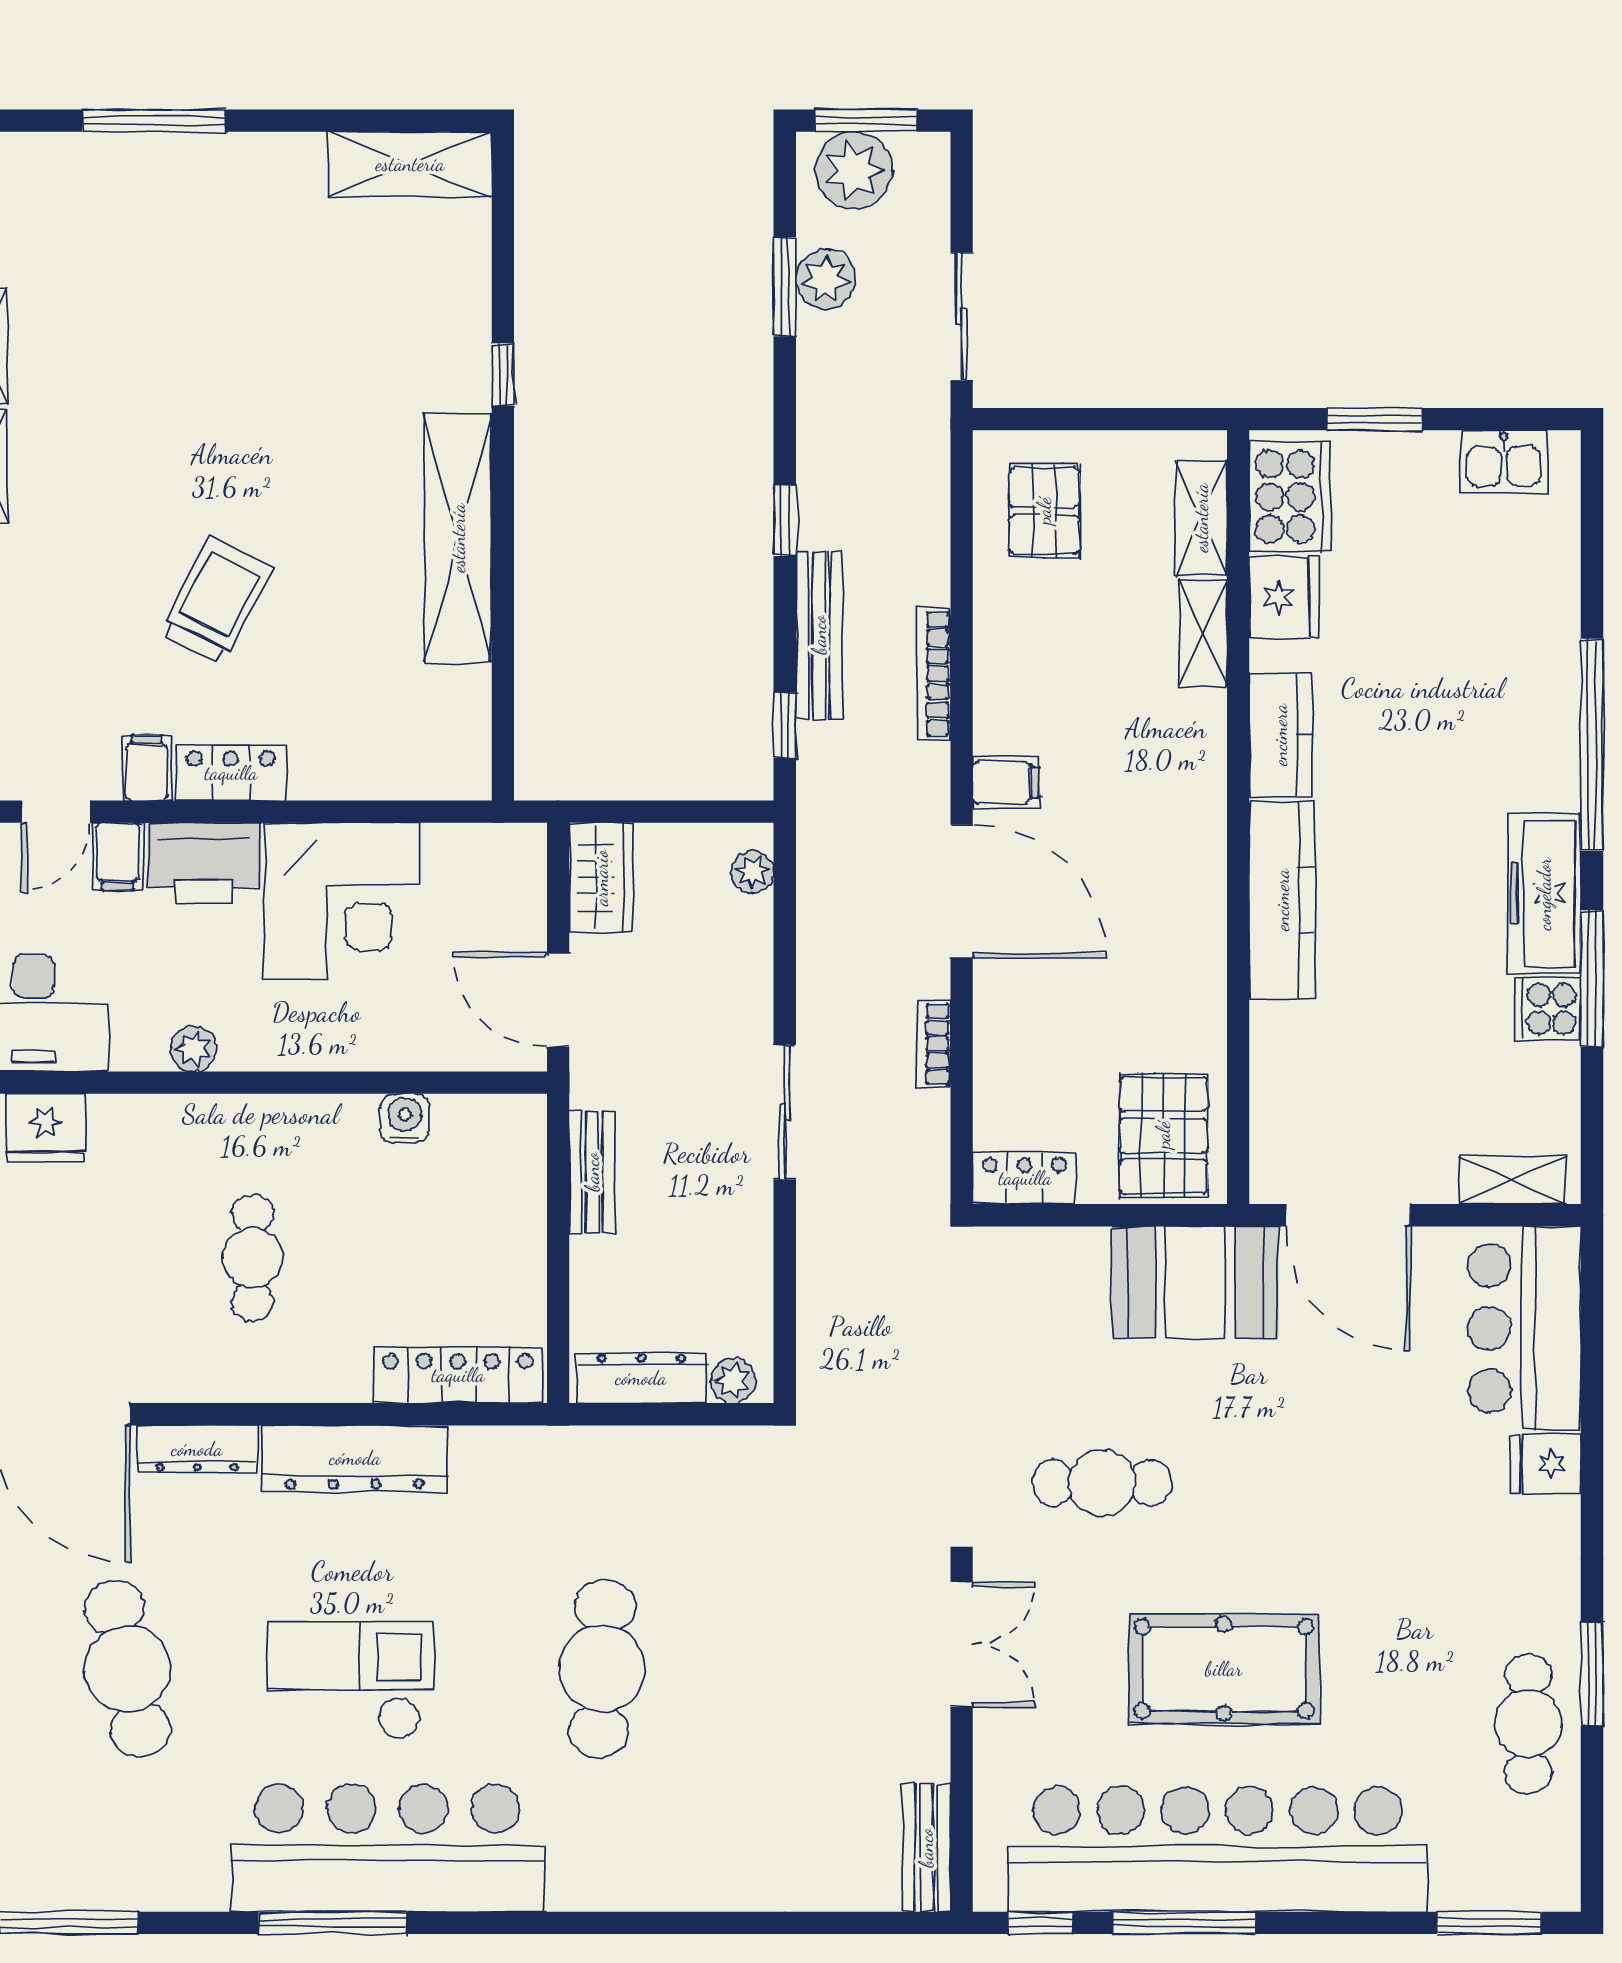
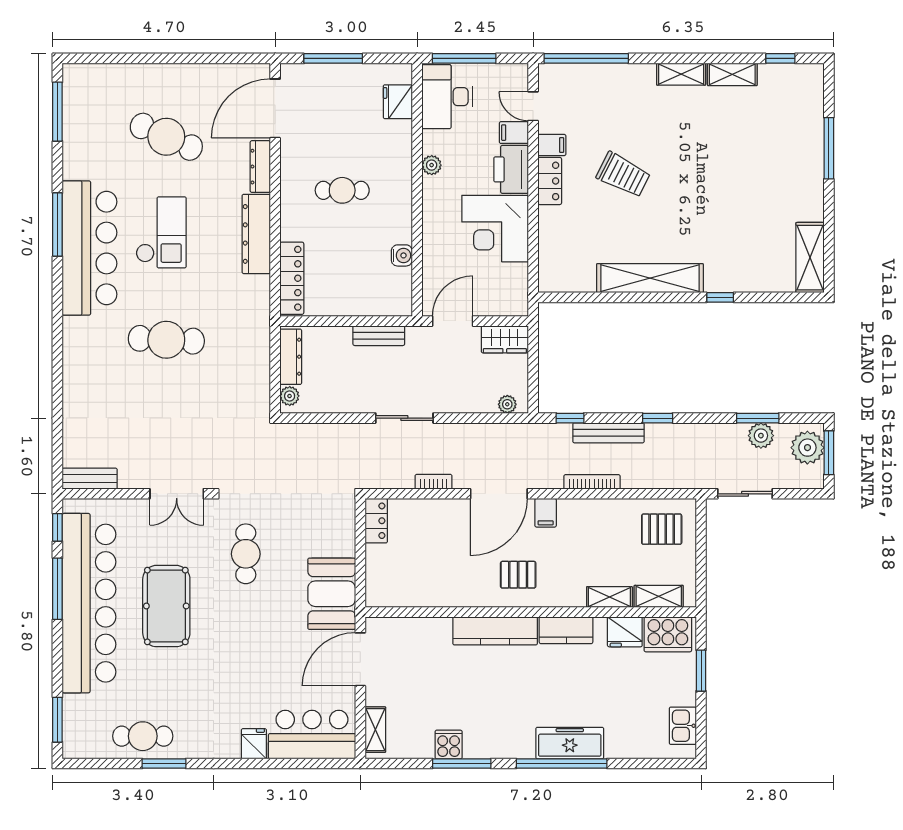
freezer: (1544, 894) -> (570, 743), moved
pallet: (1163, 1135) -> (518, 575), moved, width x0.67, depth x0.71
cafe table: (127, 1669) -> (166, 137), turned 36

